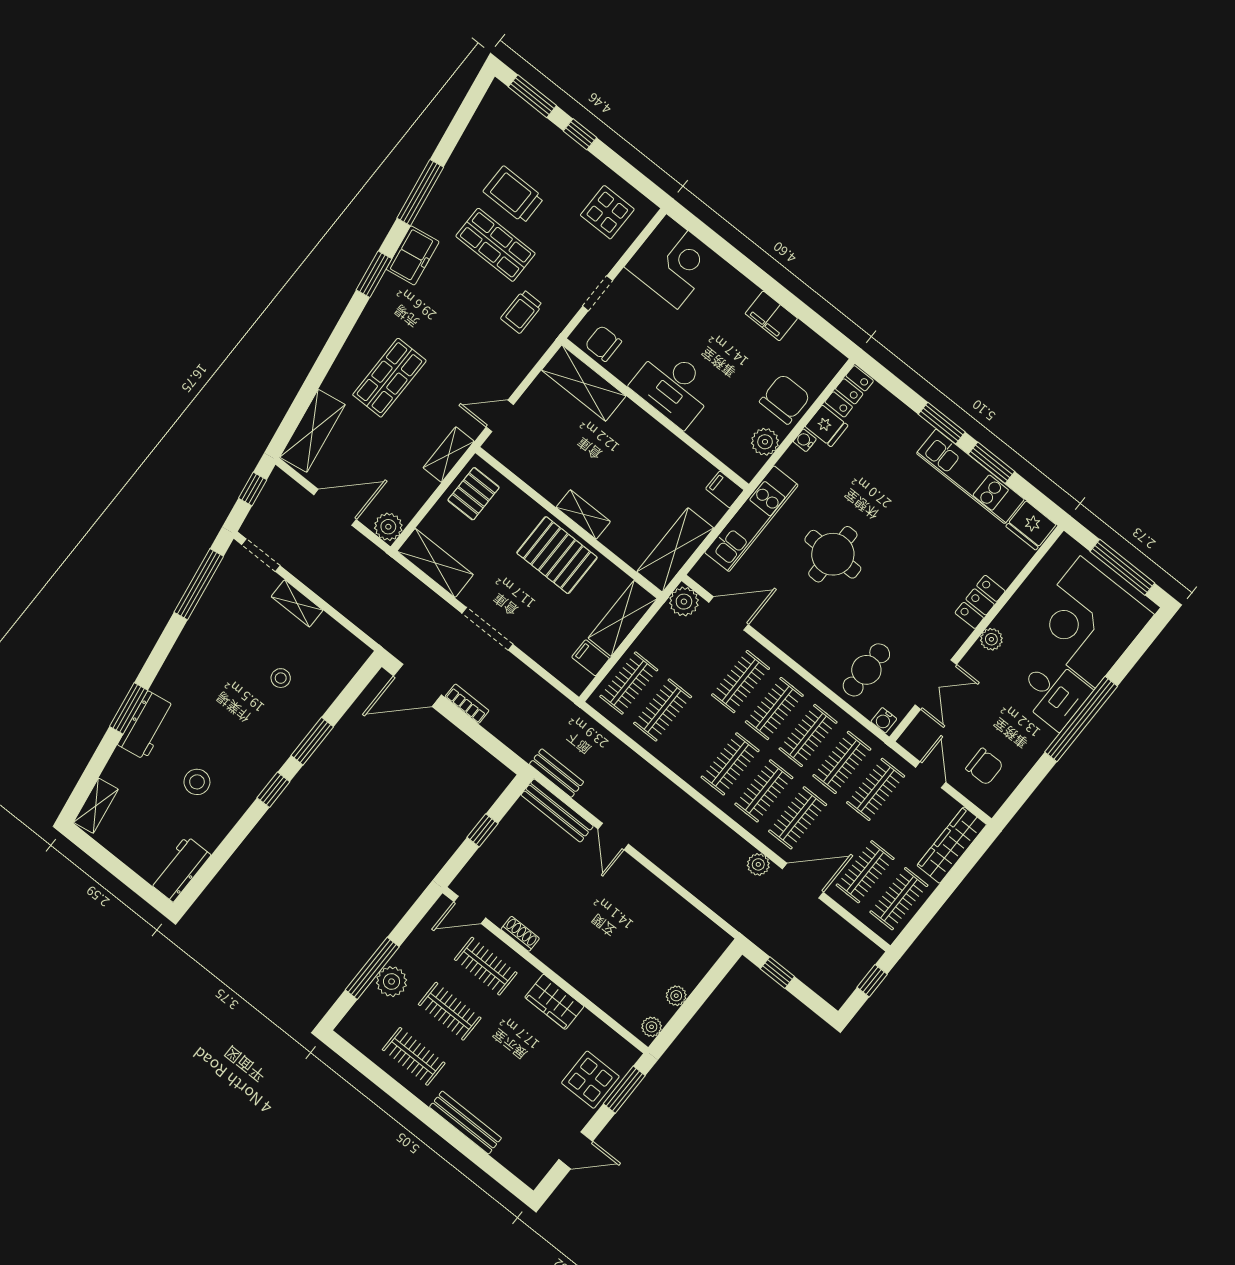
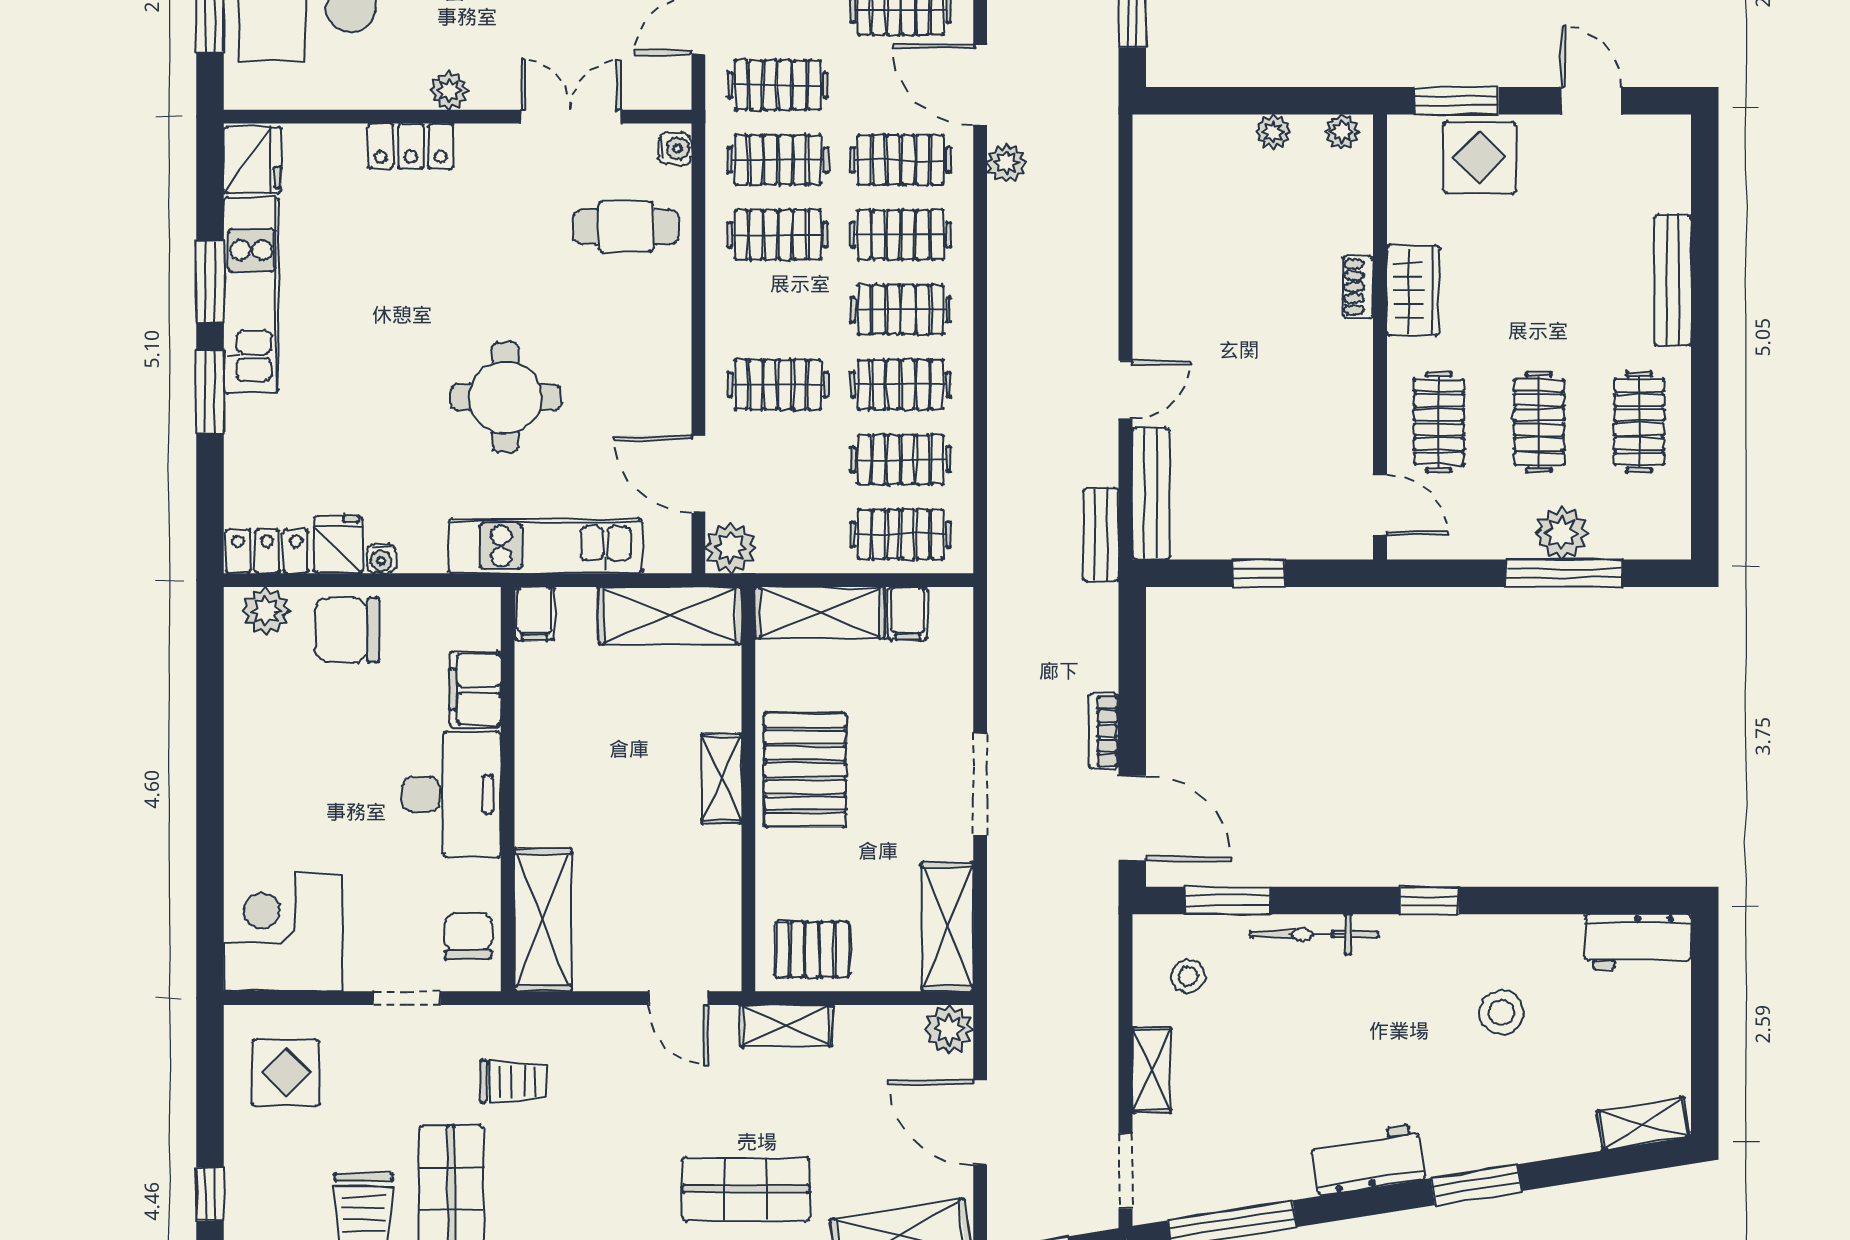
filing cabinet: (771, 316) -> (475, 689), moved, turned 180
chair: (603, 343) -> (468, 936), turned 180
plant: (765, 442) -> (266, 611), moved
stool: (281, 678) -> (1188, 976), moved
clothes rail: (774, 709) -> (901, 385), moved
workbench: (146, 725) -> (1368, 1160), moved
bicycle: (300, 726) -> (1314, 934), added
window: (312, 741) -> (1228, 900), moved
shoe rack: (520, 934) -> (1358, 287), moved

